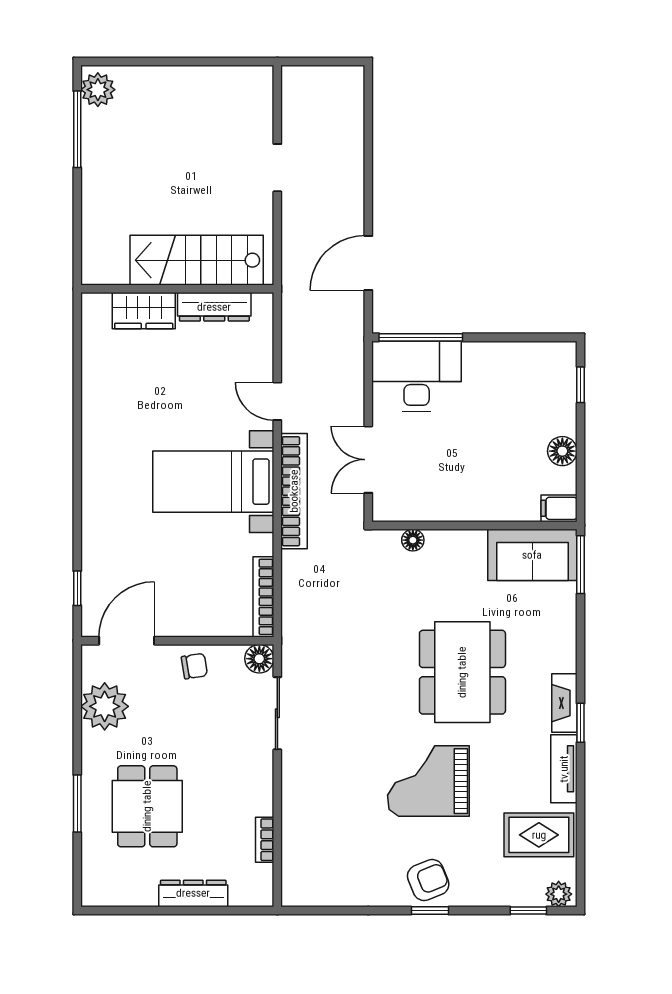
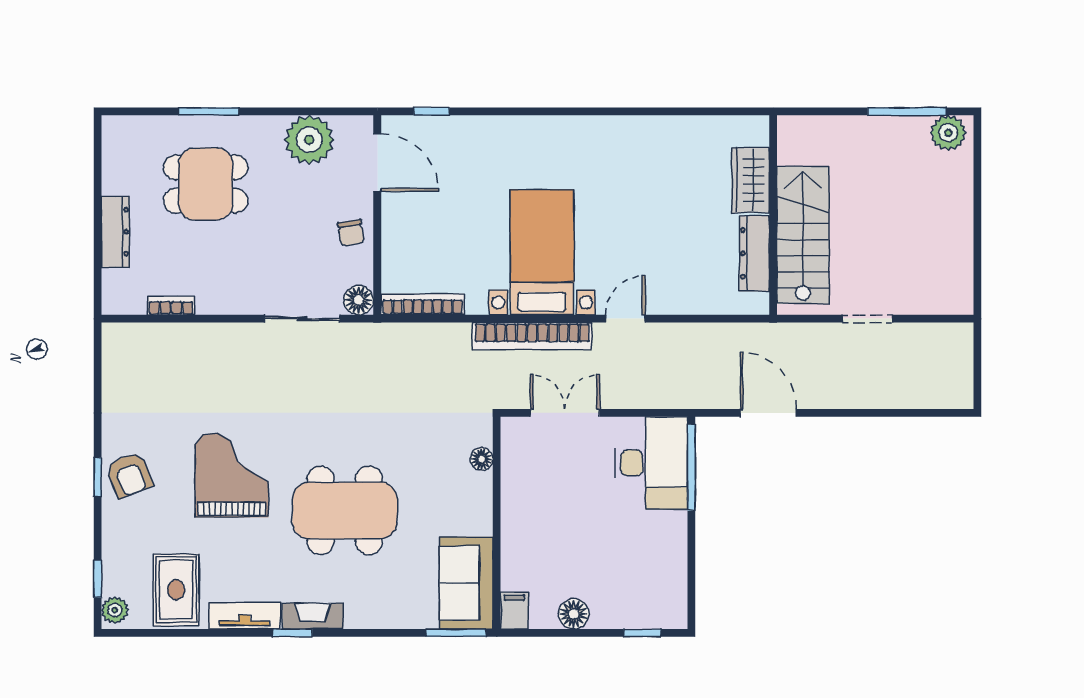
stairs: (197, 260) -> (803, 235), moved
wall: (177, 289) -> (773, 215), moved
dresser: (214, 307) -> (754, 253), moved
wardrobe: (144, 311) -> (750, 180), moved

